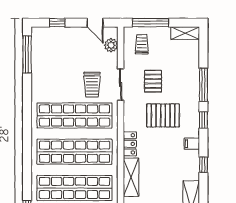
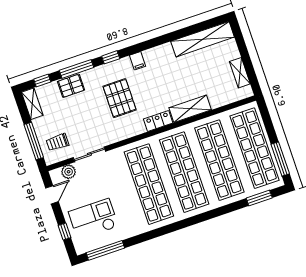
checkout: (60, 53) -> (93, 219), added
pallet: (153, 81) -> (71, 86), moved
trolley: (92, 85) -> (113, 177), removed
sliding door: (121, 85) -> (89, 154), moved
window: (203, 165) -> (42, 81), moved

